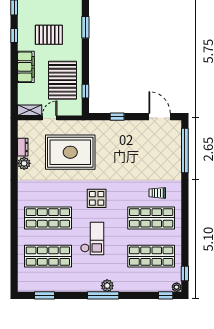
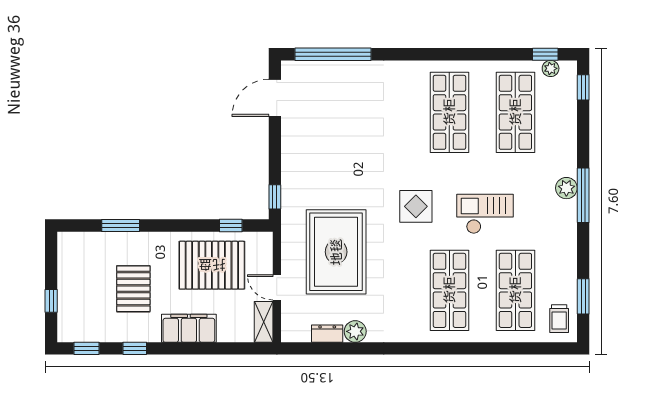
window: (117, 117) -> (275, 197), moved
trolley: (157, 193) -> (559, 319), moved
plant: (177, 287) -> (551, 68), moved

